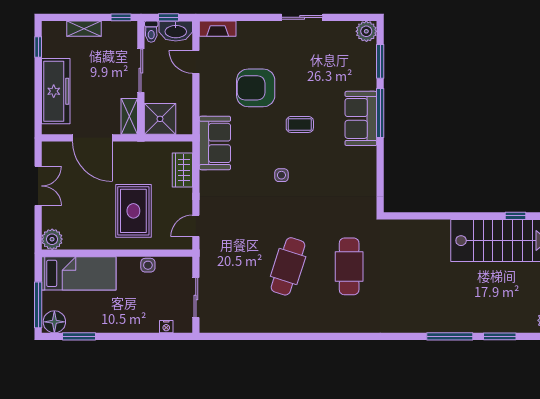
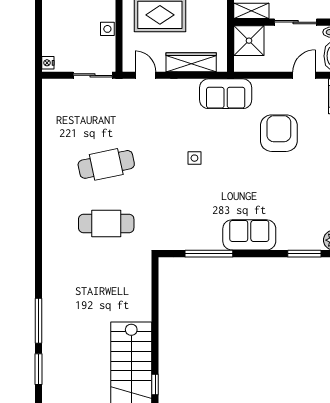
window: (380, 113) -> (209, 254), moved
coffee table: (300, 124) -> (244, 176), removed
wardrobe: (182, 170) -> (191, 62), width x1.50
cafe table: (288, 266) -> (106, 164), turned -30
sliding door: (196, 298) -> (93, 75), moved
nightstand: (166, 327) -> (48, 63), moved

